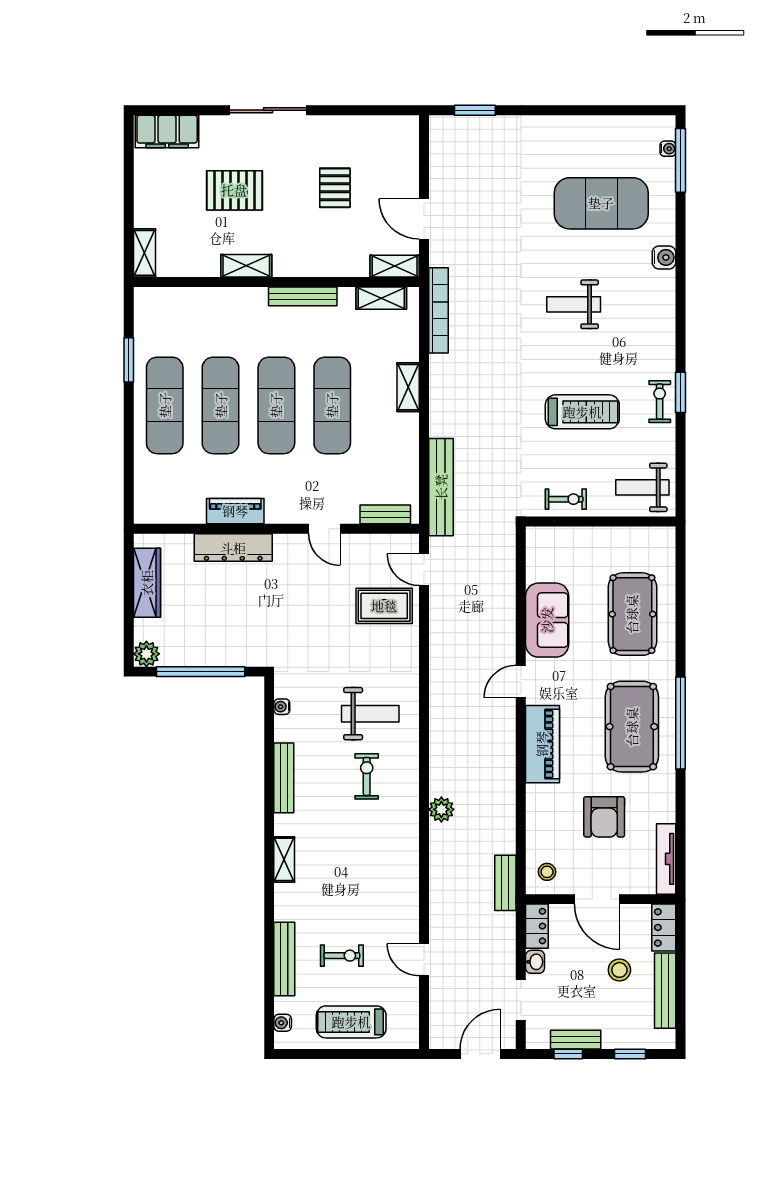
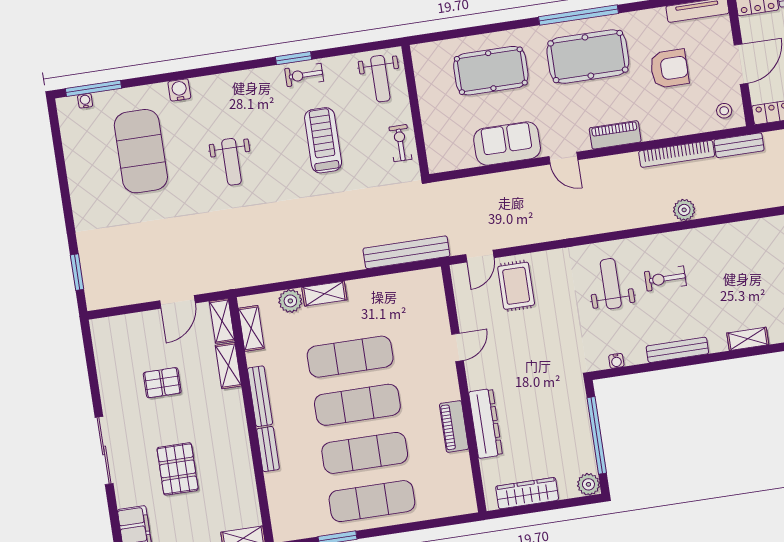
shelving: (246, 266) -> (228, 366), moved
bookcase: (439, 310) -> (677, 154), moved, turned 180
plant: (406, 347) -> (290, 301), added
bench: (385, 514) -> (268, 449), moved
piano: (542, 744) -> (615, 135), width x0.73, depth x0.75

